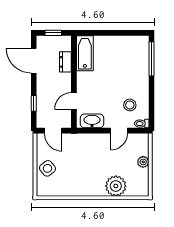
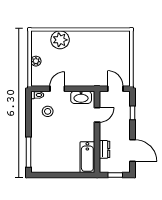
side table: (47, 168) -> (120, 55), removed

